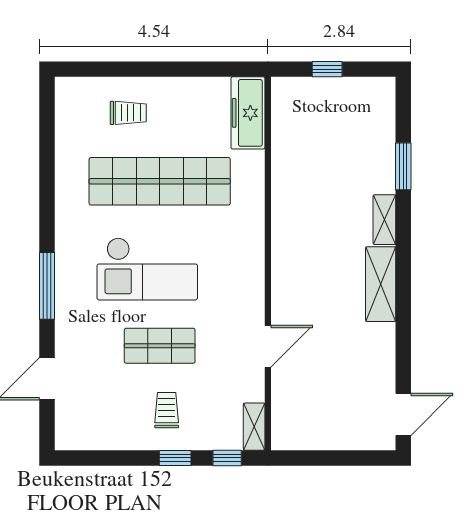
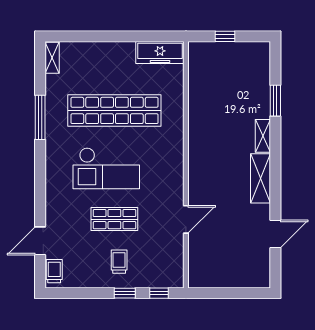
trolley: (128, 113) -> (54, 271), moved, turned -90
freezer: (248, 113) -> (160, 52), moved, turned -90
window: (47, 286) -> (40, 117), moved
door: (403, 414) -> (275, 234), moved
shelving: (254, 427) -> (52, 58), moved

